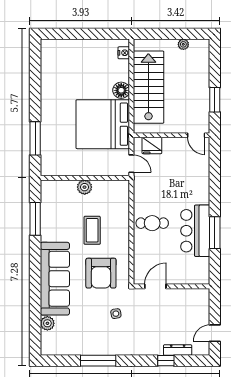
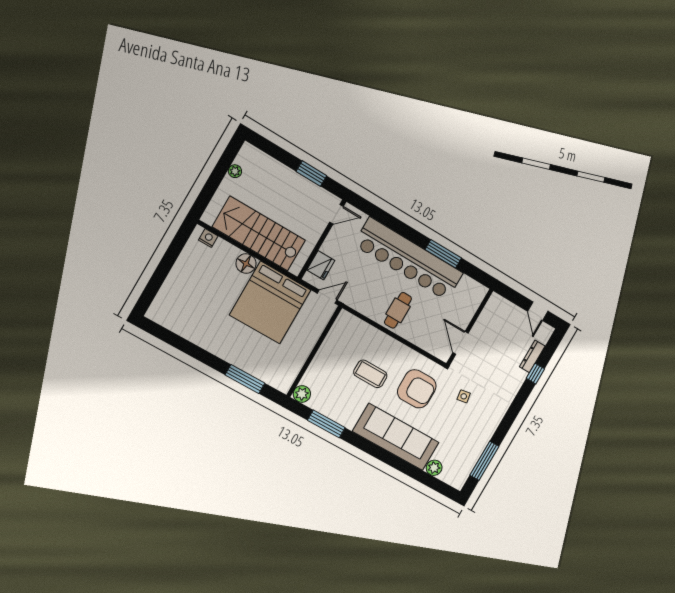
plant: (85, 187) -> (302, 394), moved
bar counter: (195, 231) -> (409, 259), width x1.86
window: (98, 361) -> (484, 461), moved

